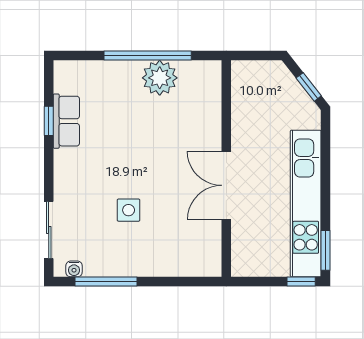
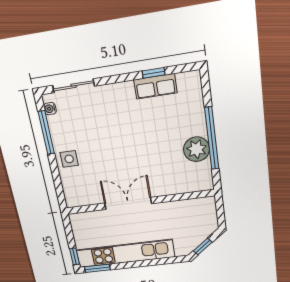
side table: (129, 210) -> (69, 159), moved

